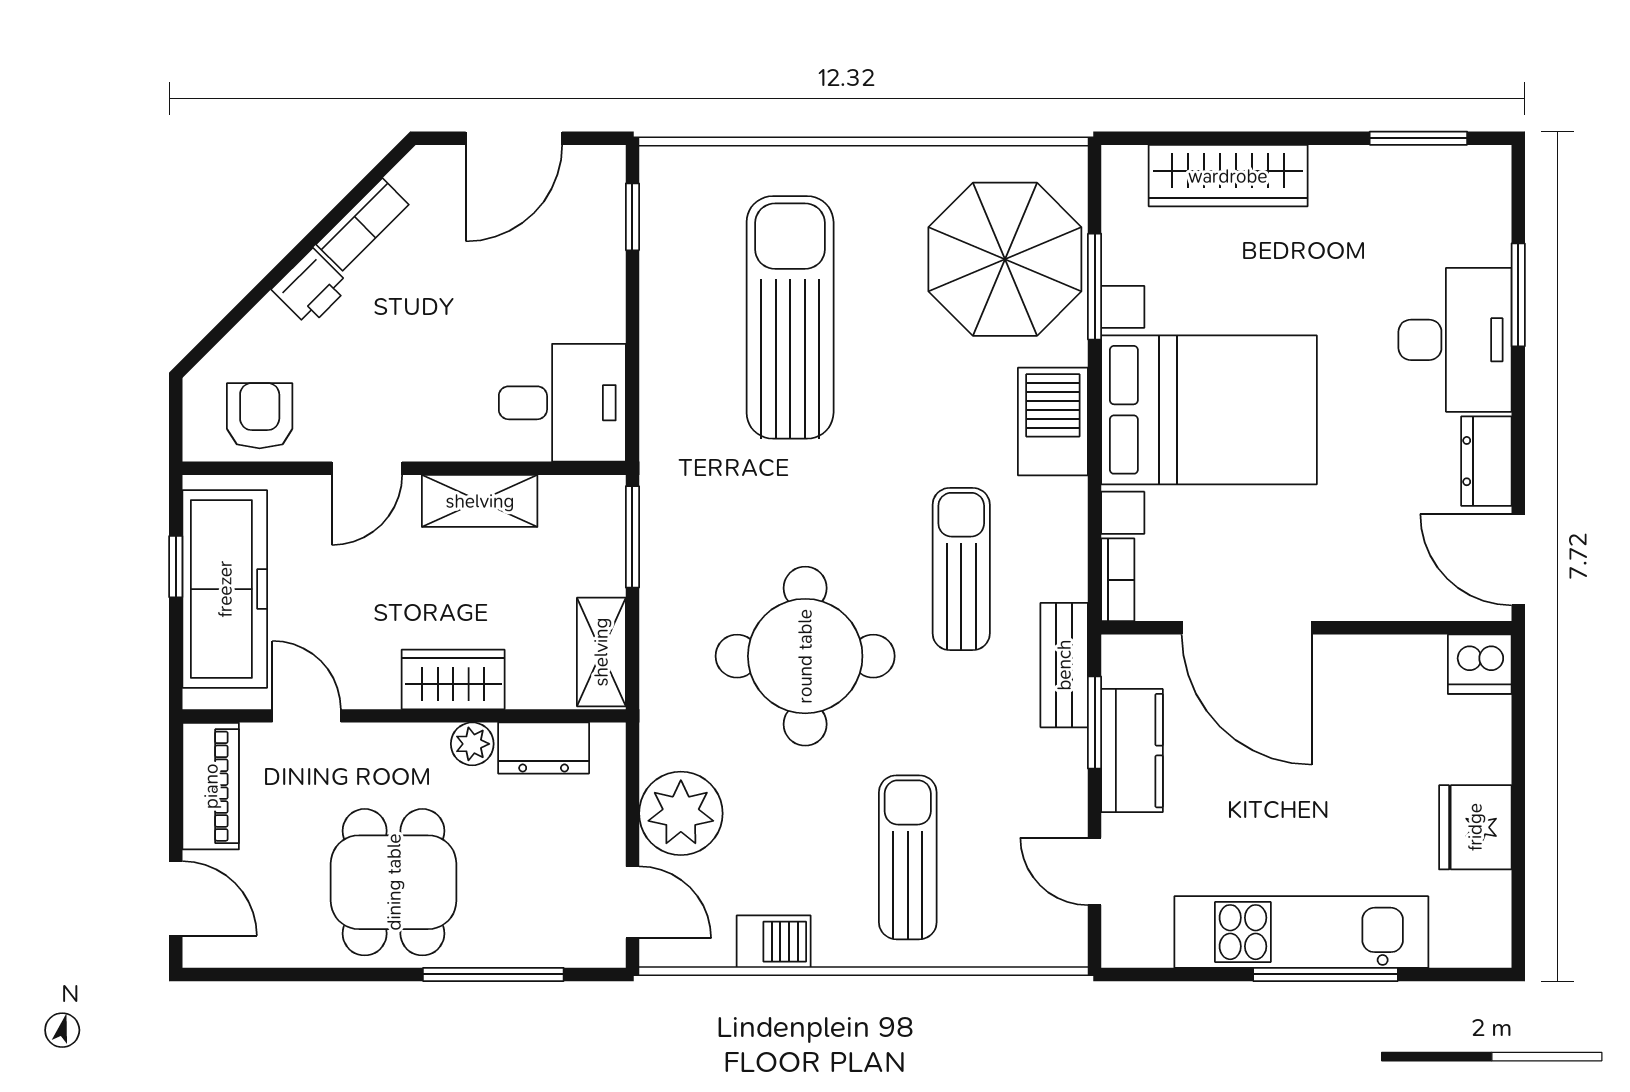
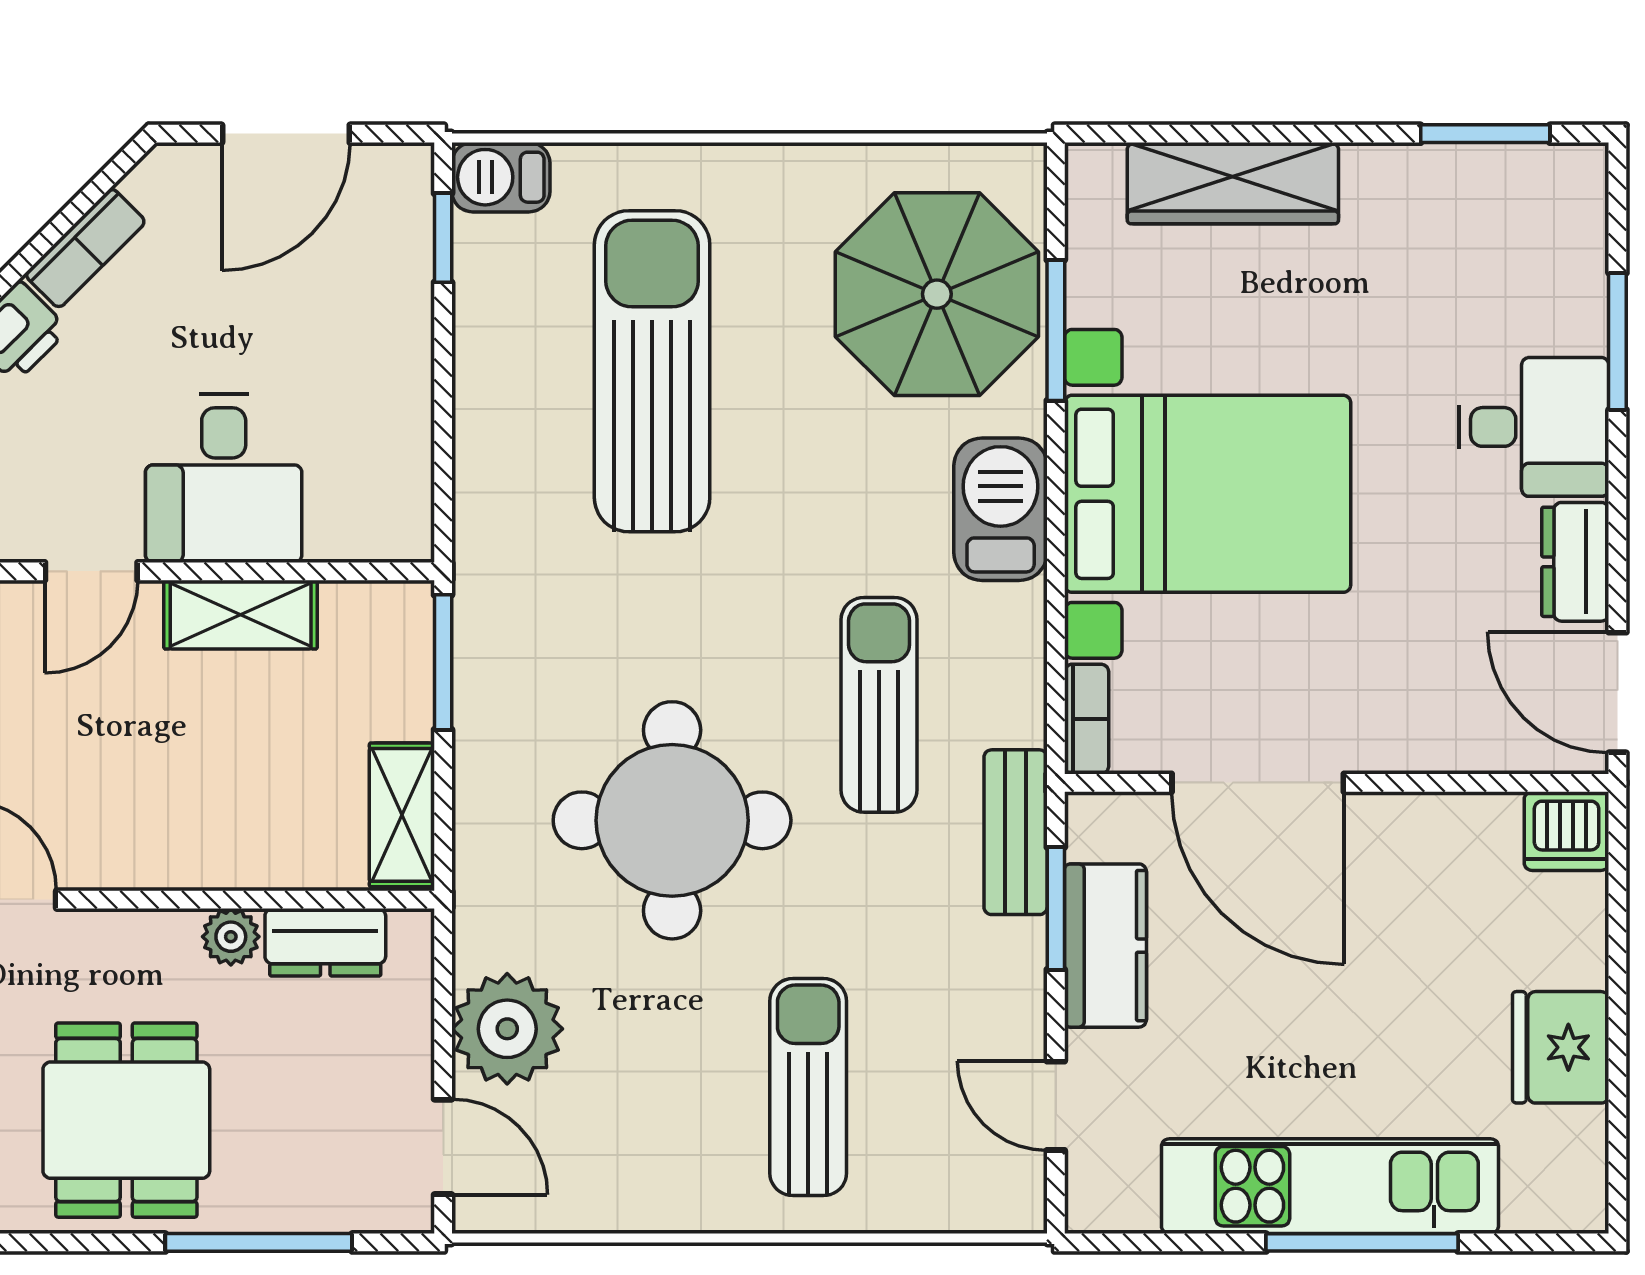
desk: (1455, 340) -> (1534, 427), width x0.73
desk: (562, 403) -> (224, 478), moved, turned 90
wardrobe: (453, 679) -> (205, 851), removed
barbecue: (774, 942) -> (501, 177), moved, turned 180

